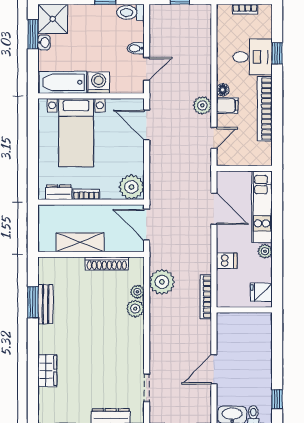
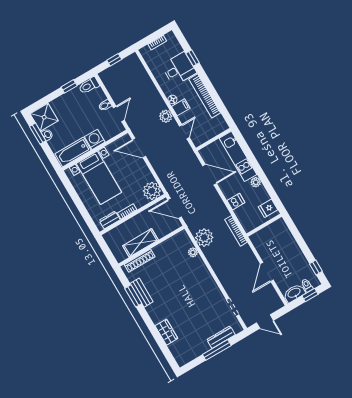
shoe rack: (107, 264) -> (140, 261), moved
plant: (135, 309) -> (198, 263), removed

